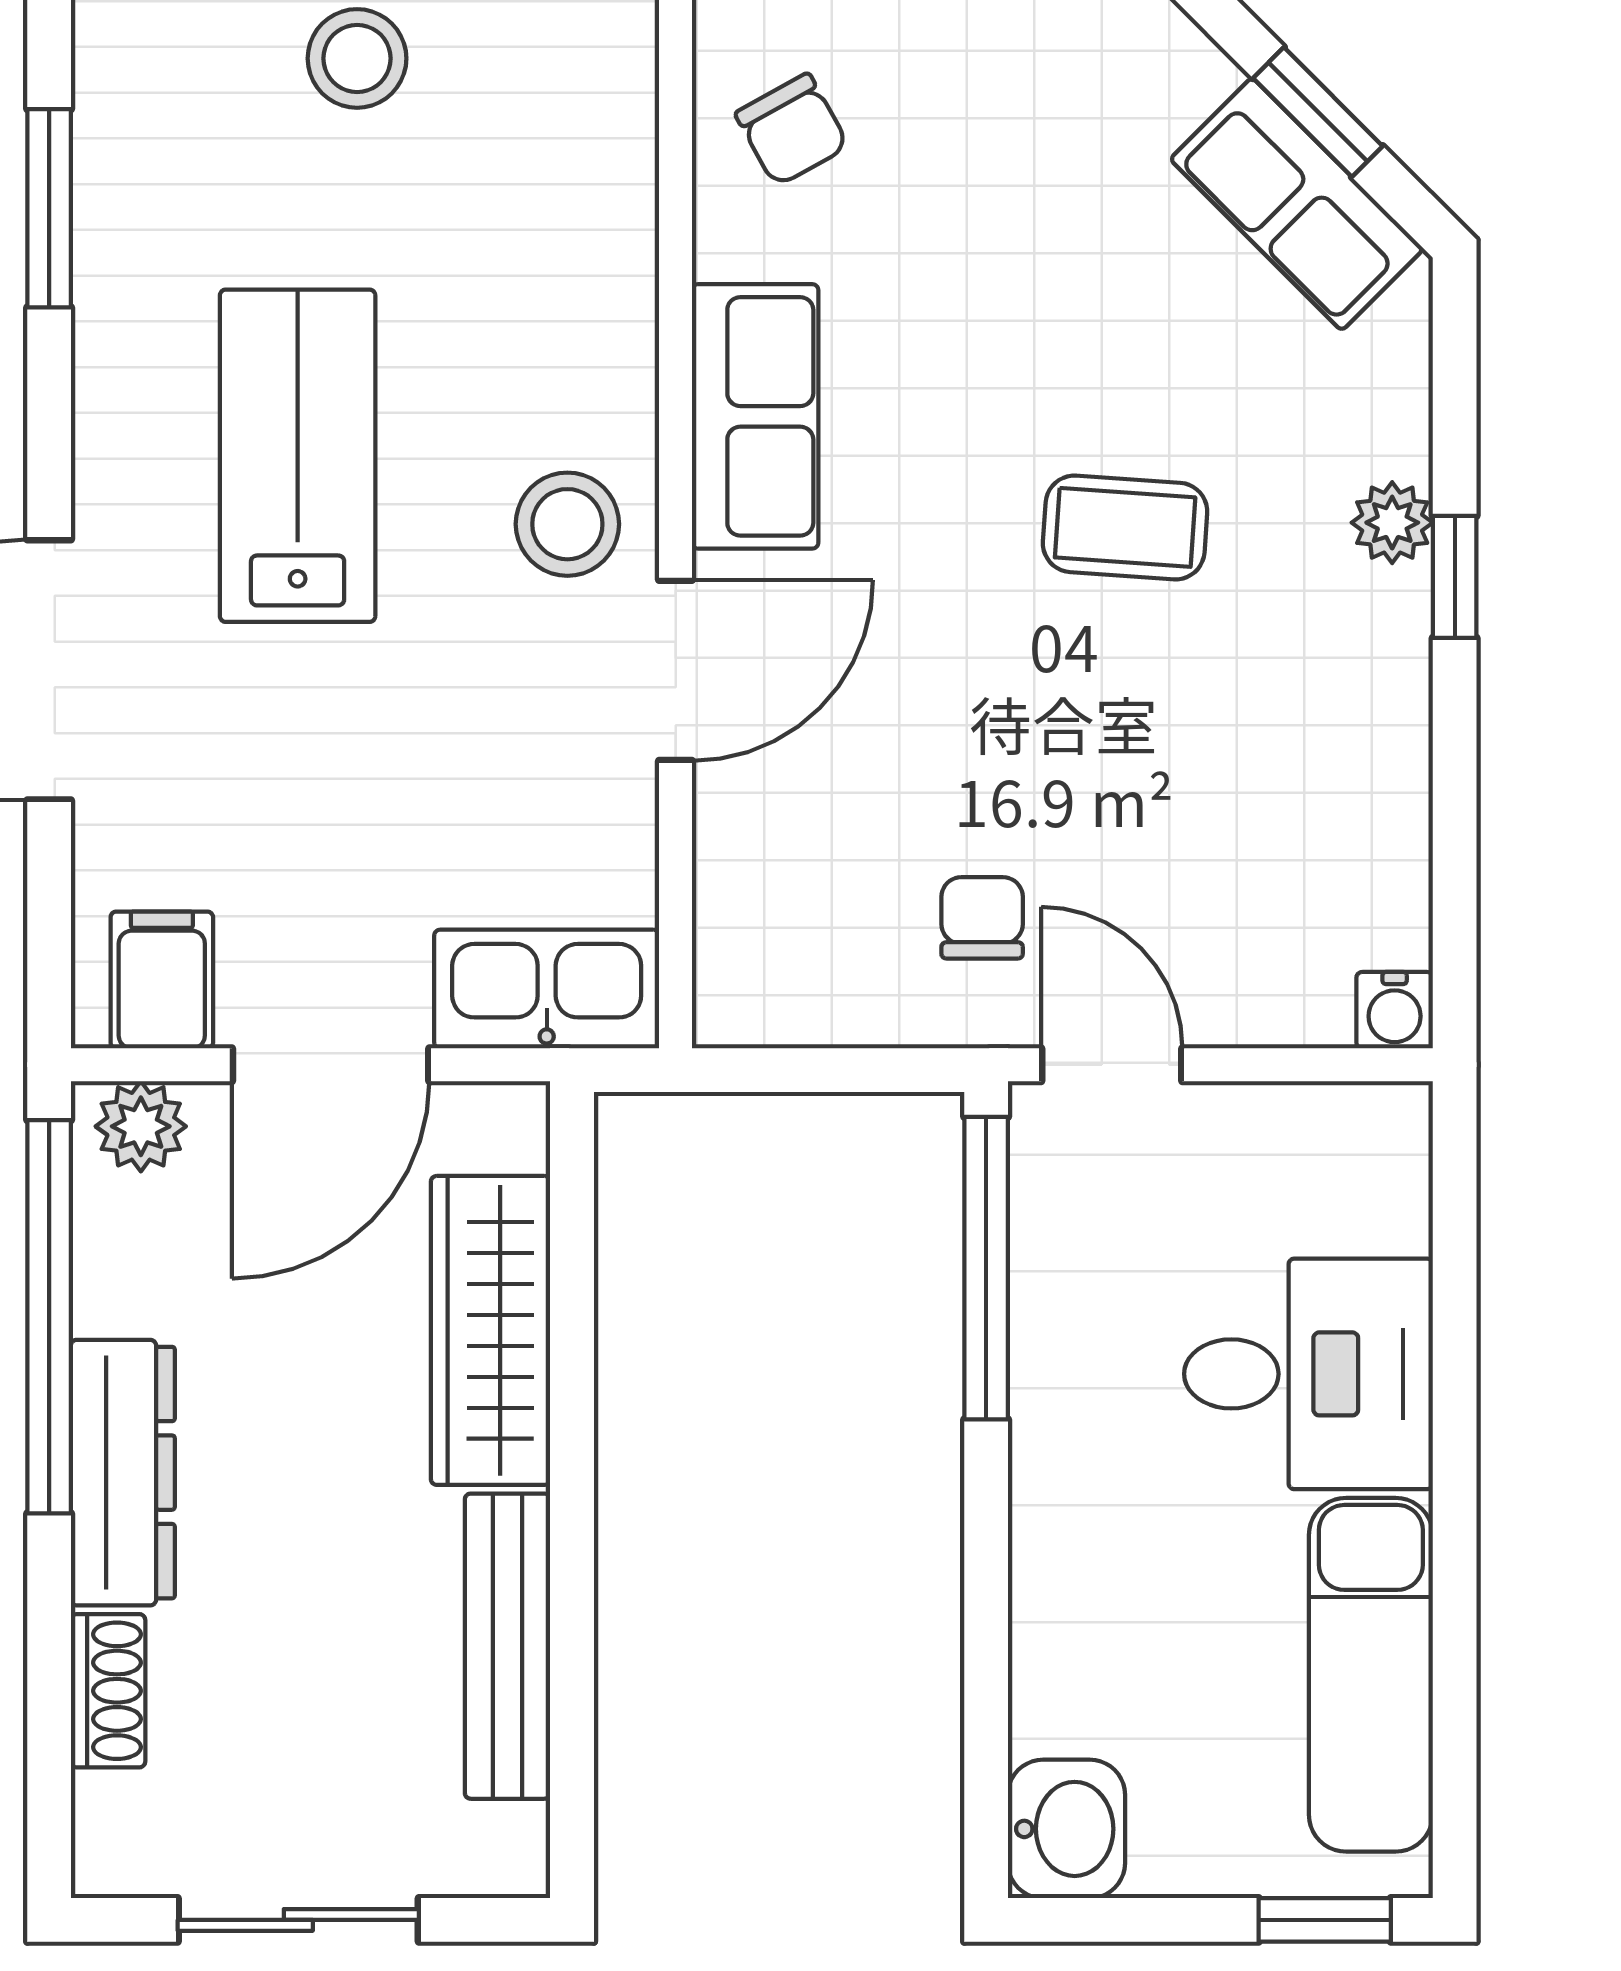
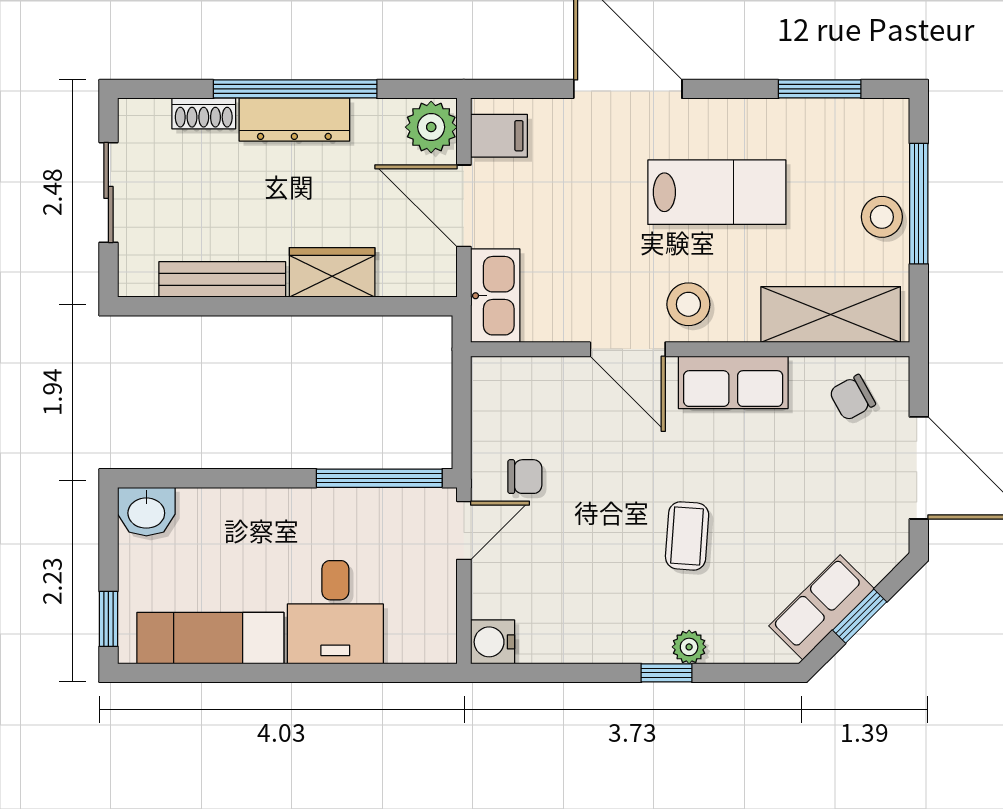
shelving: (592, 182) -> (831, 315), added
water cooler: (1395, 1010) -> (493, 642), width x1.38, depth x1.38
plant: (141, 1126) -> (431, 127), width x1.38, depth x1.38
window: (49, 1317) -> (295, 89), moved
wardrobe: (491, 1330) -> (332, 272), width x0.67

